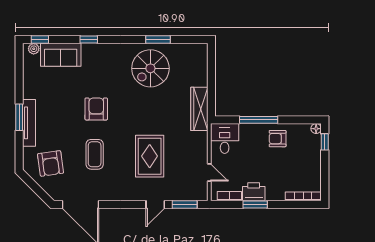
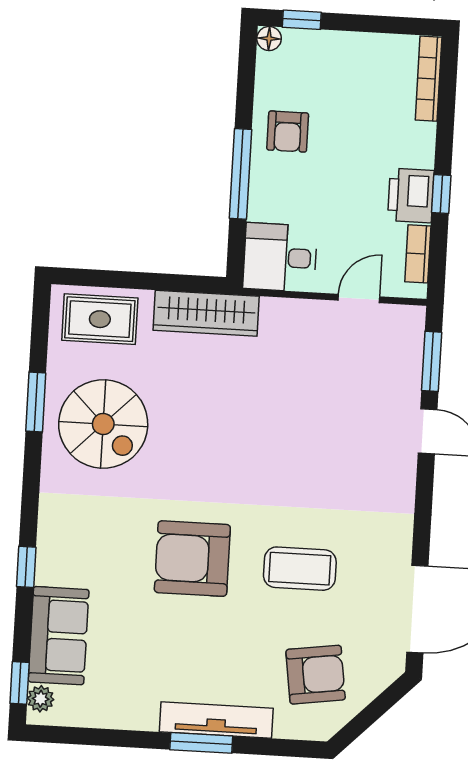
armchair: (96, 109) -> (192, 559), width x1.36, depth x1.36
rug: (150, 156) -> (100, 319), moved, width x0.73, depth x0.70
window: (255, 205) -> (441, 194), width x0.67

